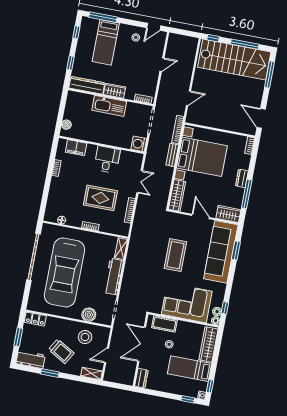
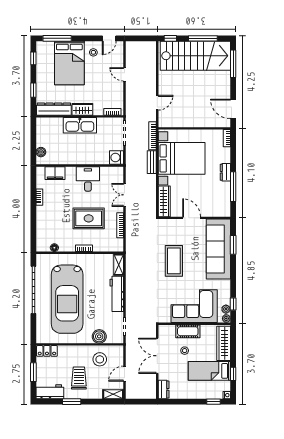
bed: (106, 42) -> (69, 63), width x1.50
door: (162, 65) -> (124, 74), swing flipped
double door: (140, 182) -> (124, 195), swing flipped
wardrobe: (228, 214) -> (219, 210), removed
cot: (164, 324) -> (188, 331), moved
trolley: (61, 351) -> (79, 378), turned -120
window: (210, 386) -> (233, 374), moved

